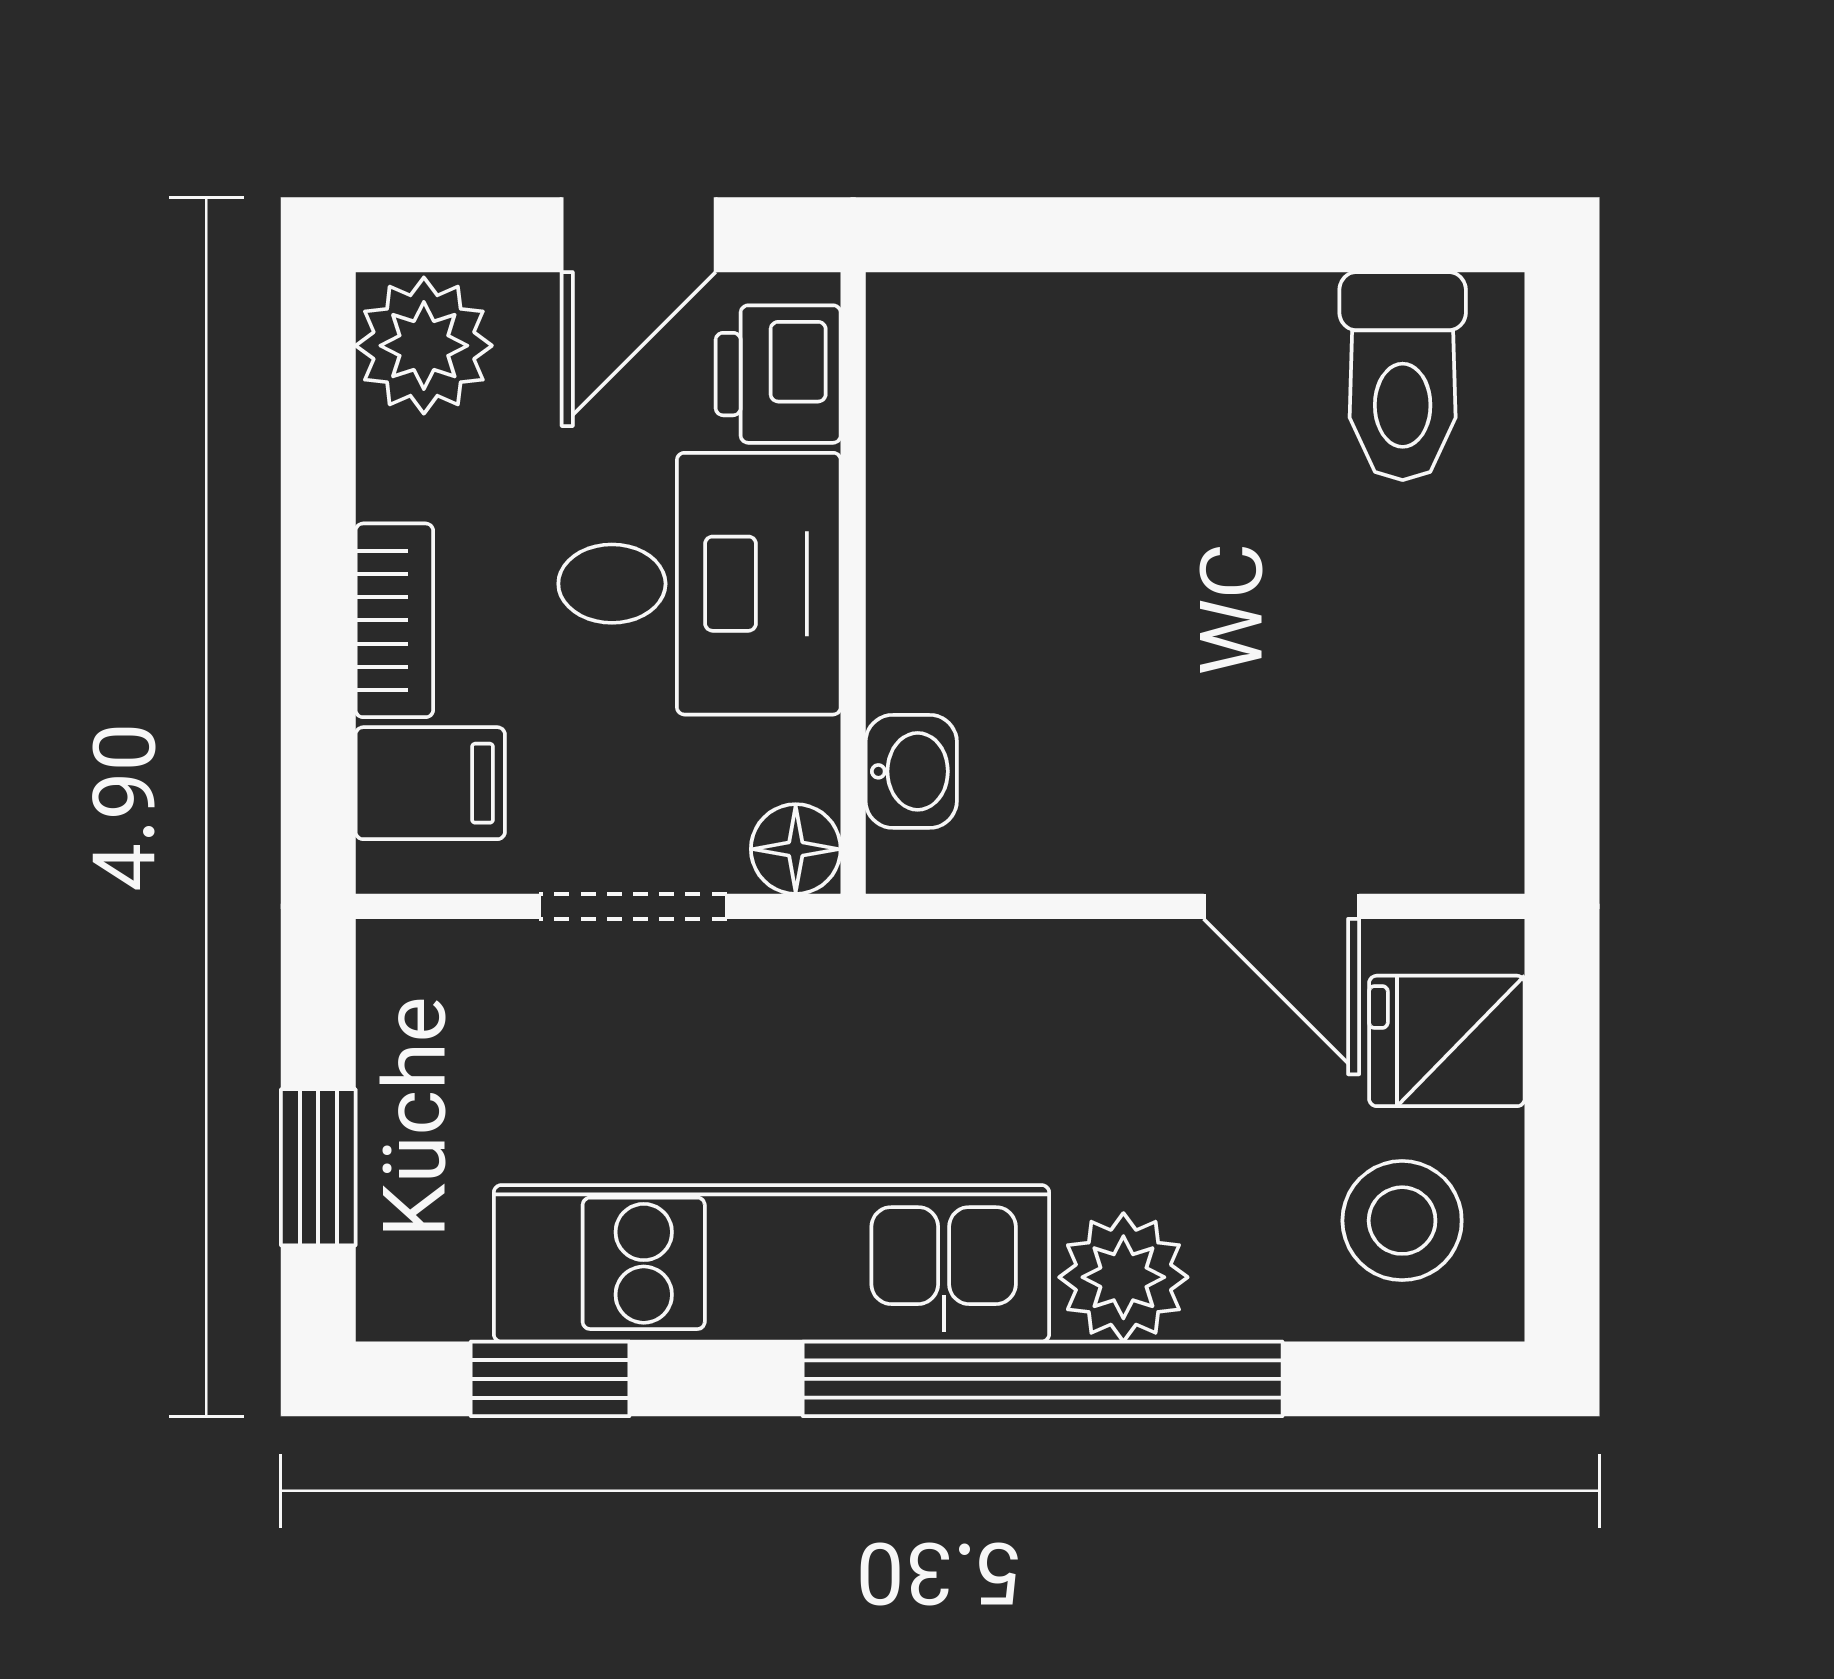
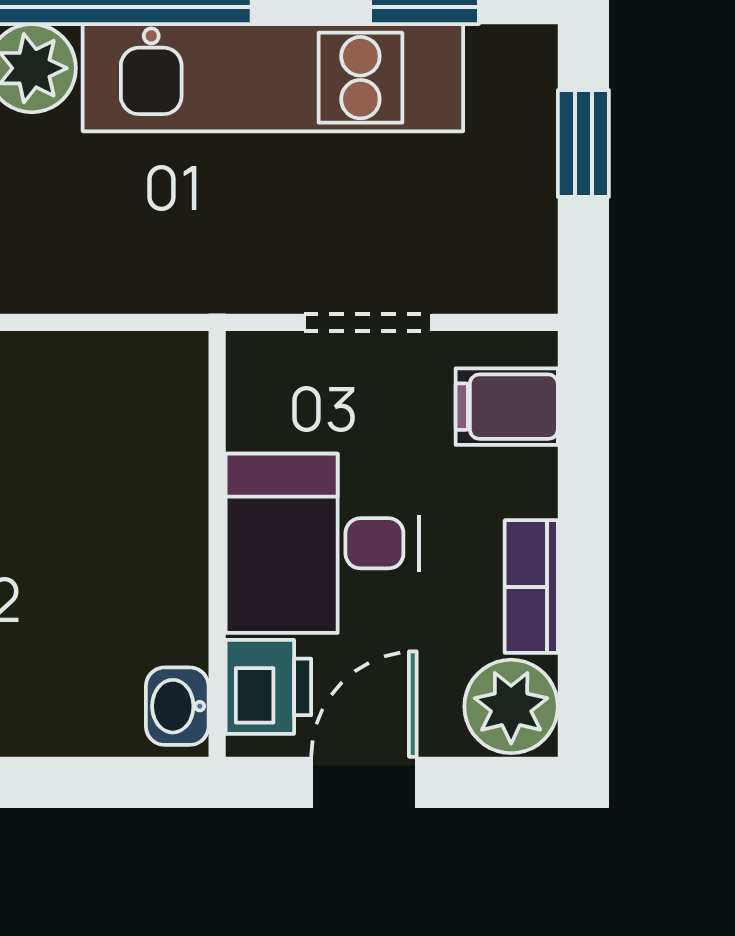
bookcase: (394, 620) -> (531, 587), moved
washbasin: (911, 771) -> (177, 706), moved
floor lamp: (796, 849) -> (256, 362), removed

